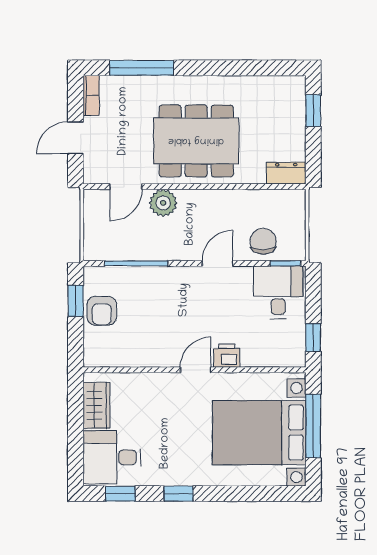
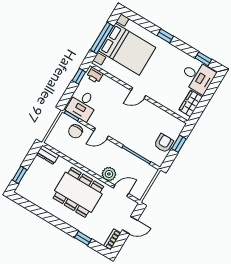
window: (142, 68) -> (83, 238), width x0.46
window: (76, 301) -> (179, 144), moved
printer: (227, 356) -> (95, 75), moved
window: (178, 494) -> (165, 36), moved

